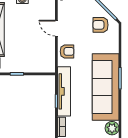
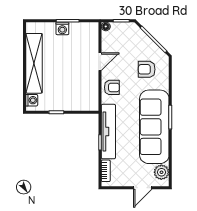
armchair: (101, 25) -> (147, 69), moved
door: (56, 28) -> (100, 62), swing flipped

